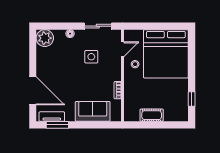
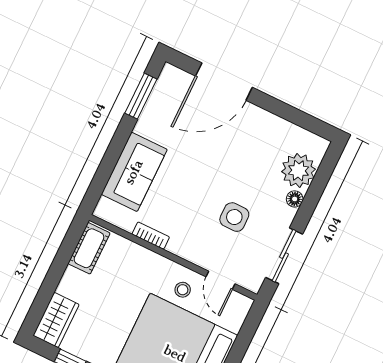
plant: (45, 38) -> (298, 170), moved
wardrobe: (176, 114) -> (56, 320), added
cot: (152, 115) -> (89, 248), moved
tv unit: (52, 117) -> (161, 93), removed

